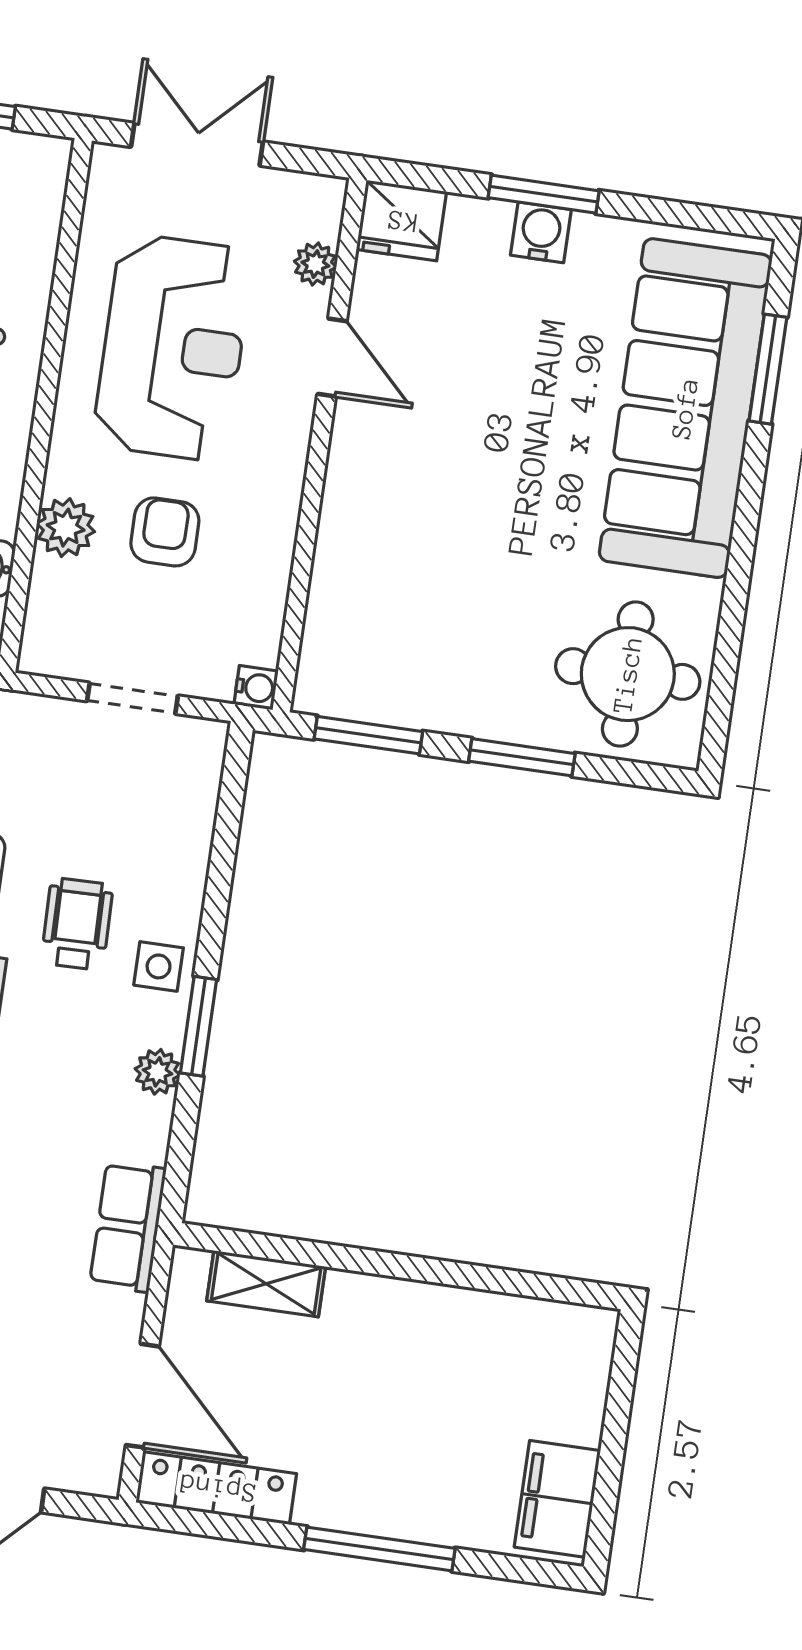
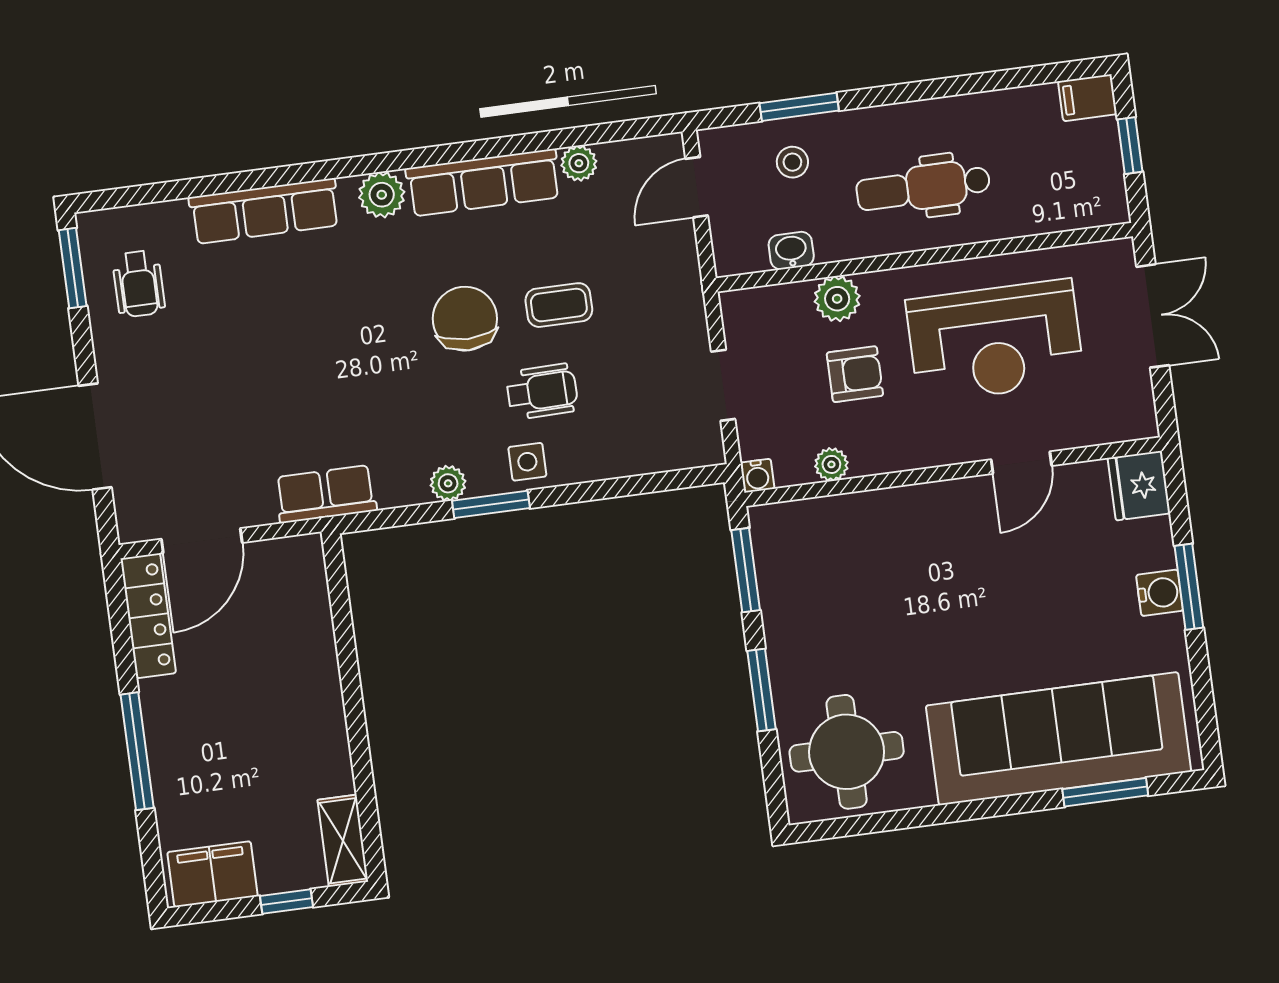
plant: (315, 264) -> (831, 464), moved
shelving: (266, 1284) -> (343, 841), moved
window: (617, 1417) -> (286, 902), added

